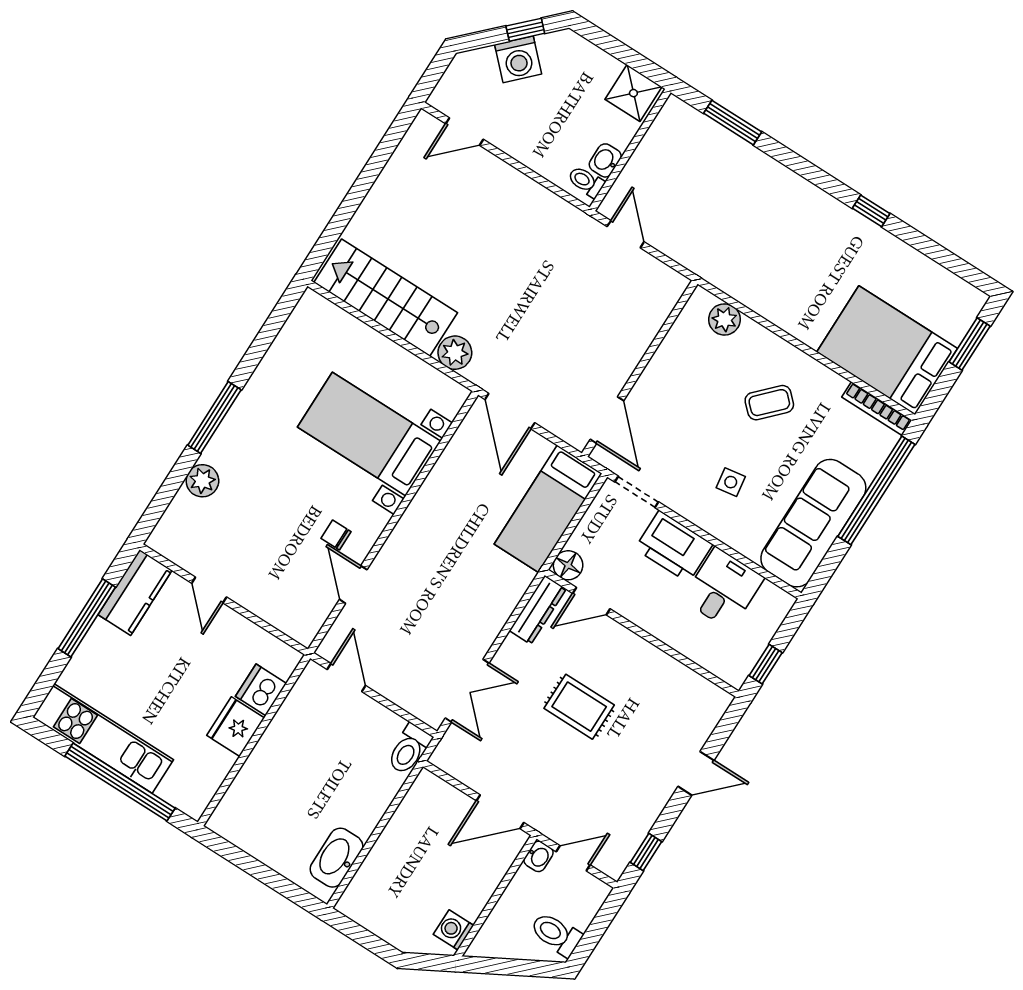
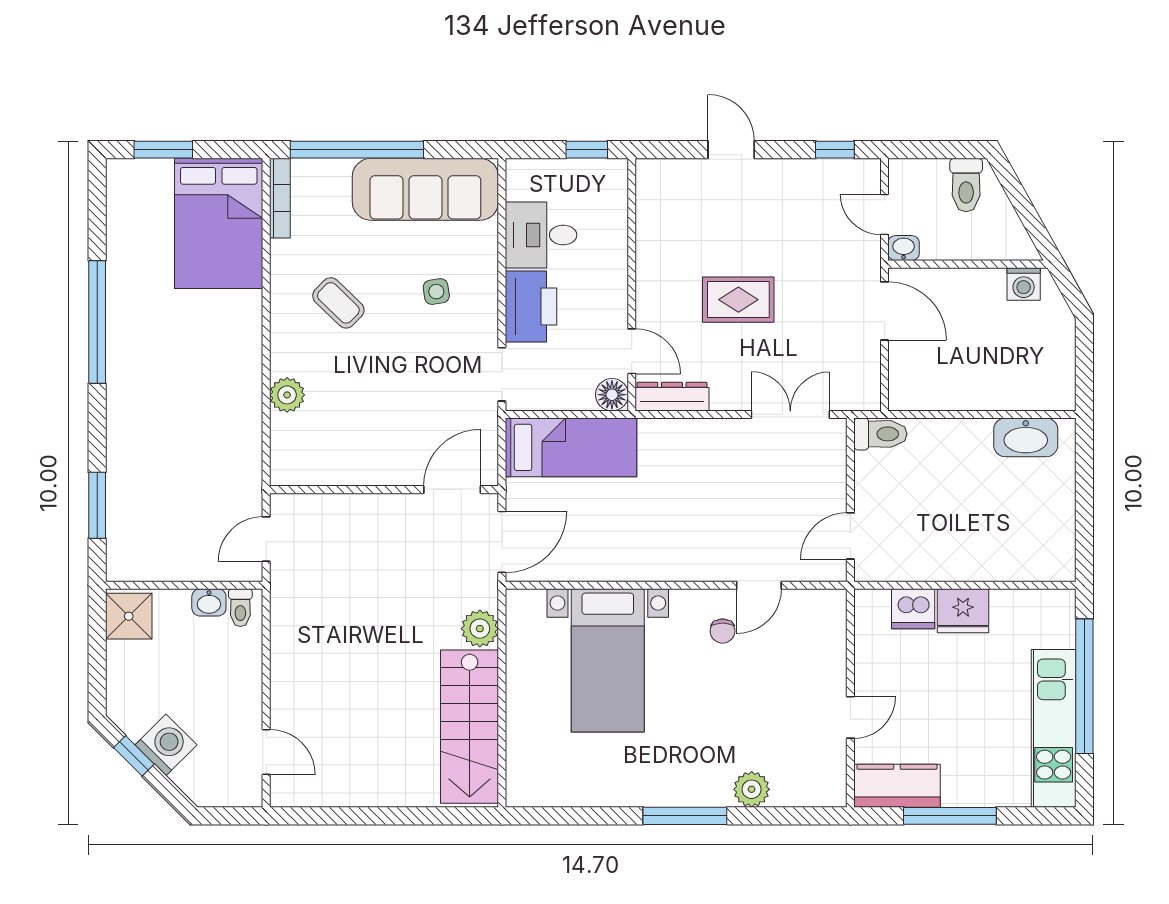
window: (871, 211) -> (97, 322), width x3.17
wall: (640, 369) -> (384, 490), moved
door: (607, 420) -> (452, 490), moved
rug: (579, 707) -> (738, 300), turned 90

